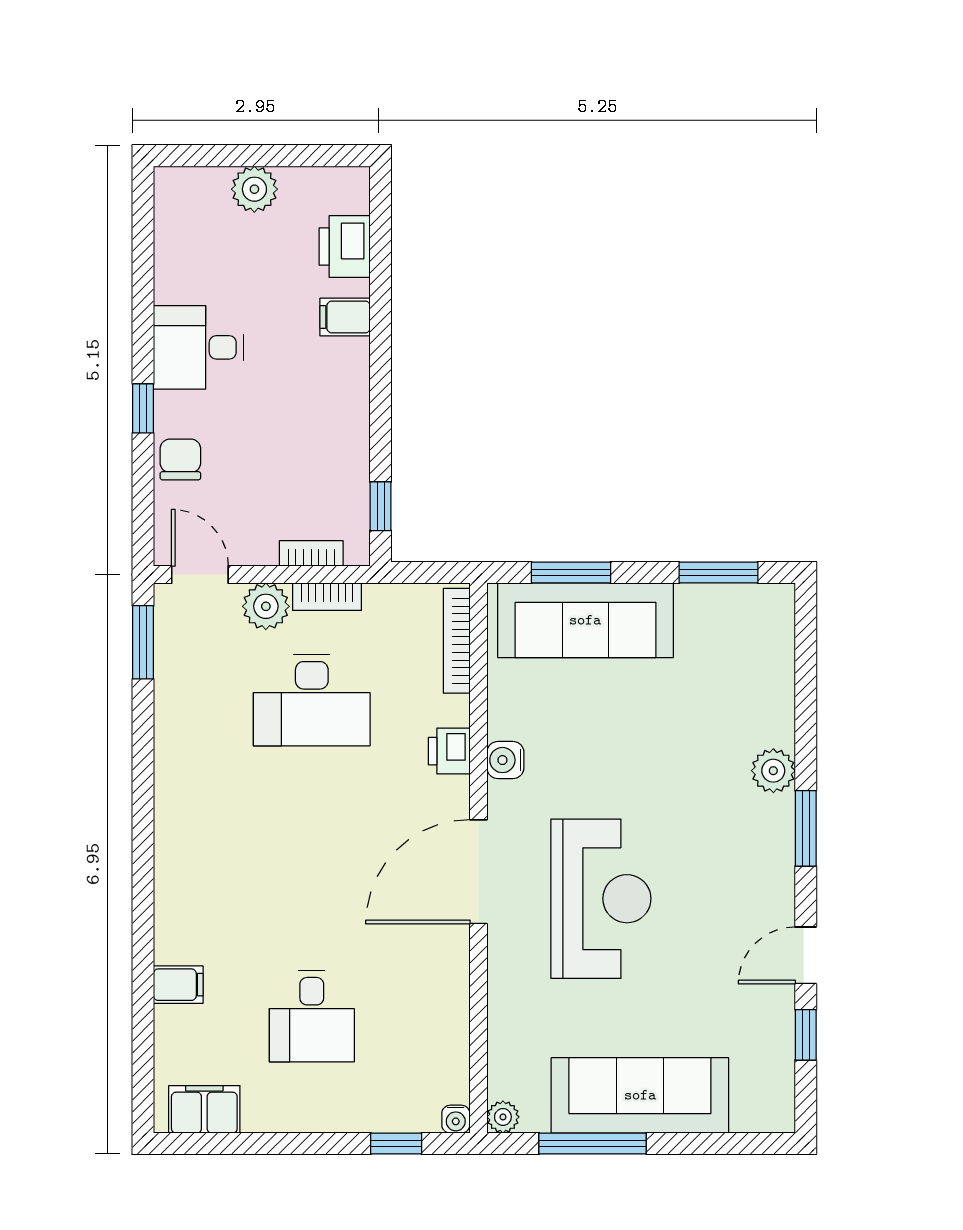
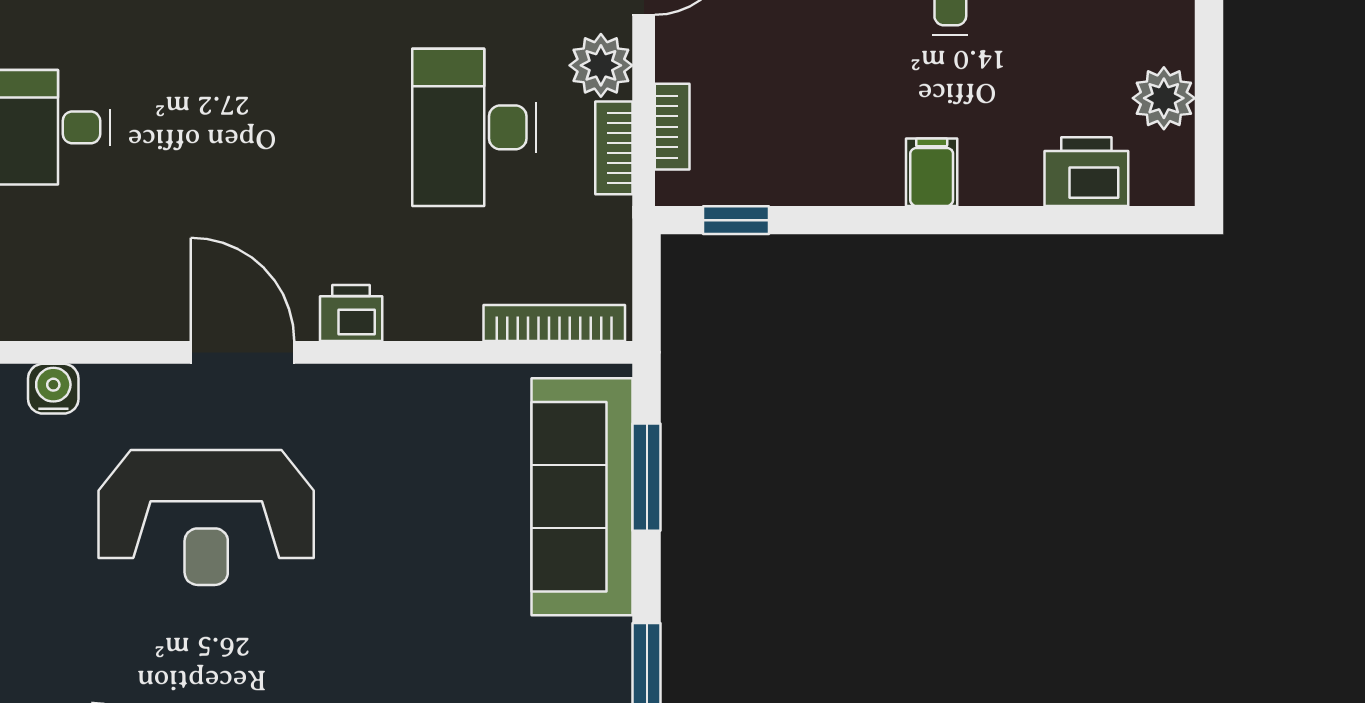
plant: (254, 189) -> (1164, 98), moved
filing cabinet: (345, 317) -> (932, 172), moved
printer: (449, 751) -> (351, 313), moved
water cooler: (505, 760) -> (53, 389), moved
door: (478, 872) -> (243, 352), width x0.73

